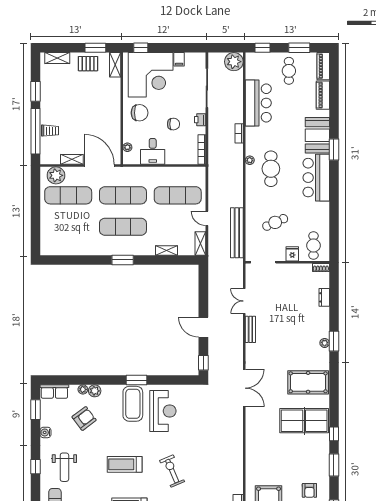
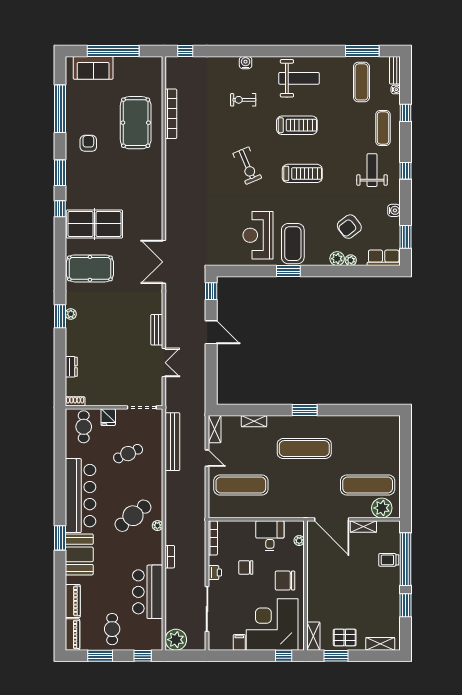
cafe table: (271, 169) -> (133, 516), turned 51
bar counter: (316, 178) -> (80, 496), width x1.36
exercise mat: (123, 195) -> (304, 485), removed

